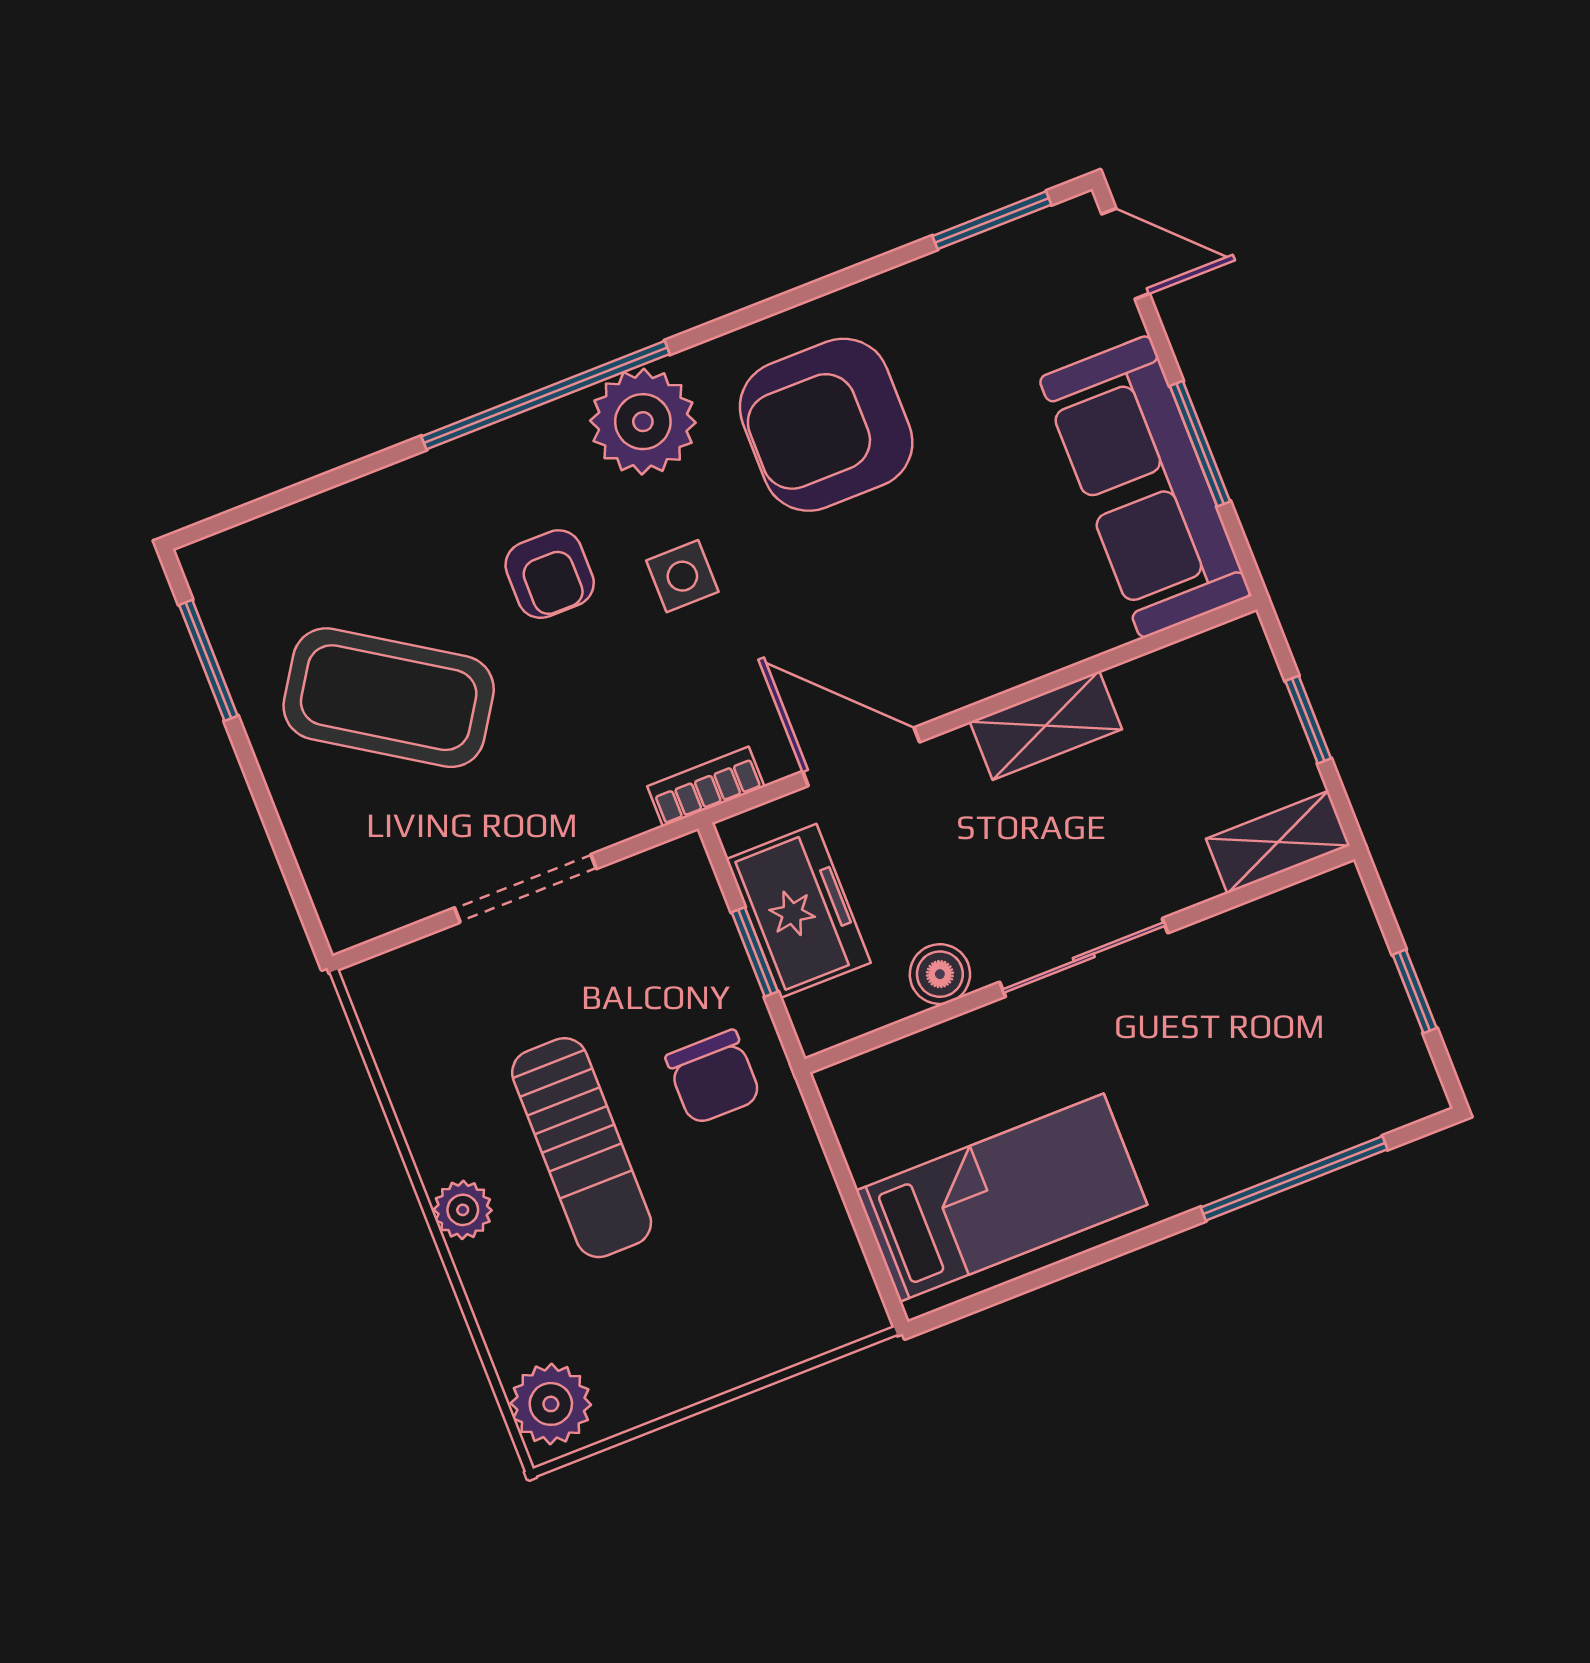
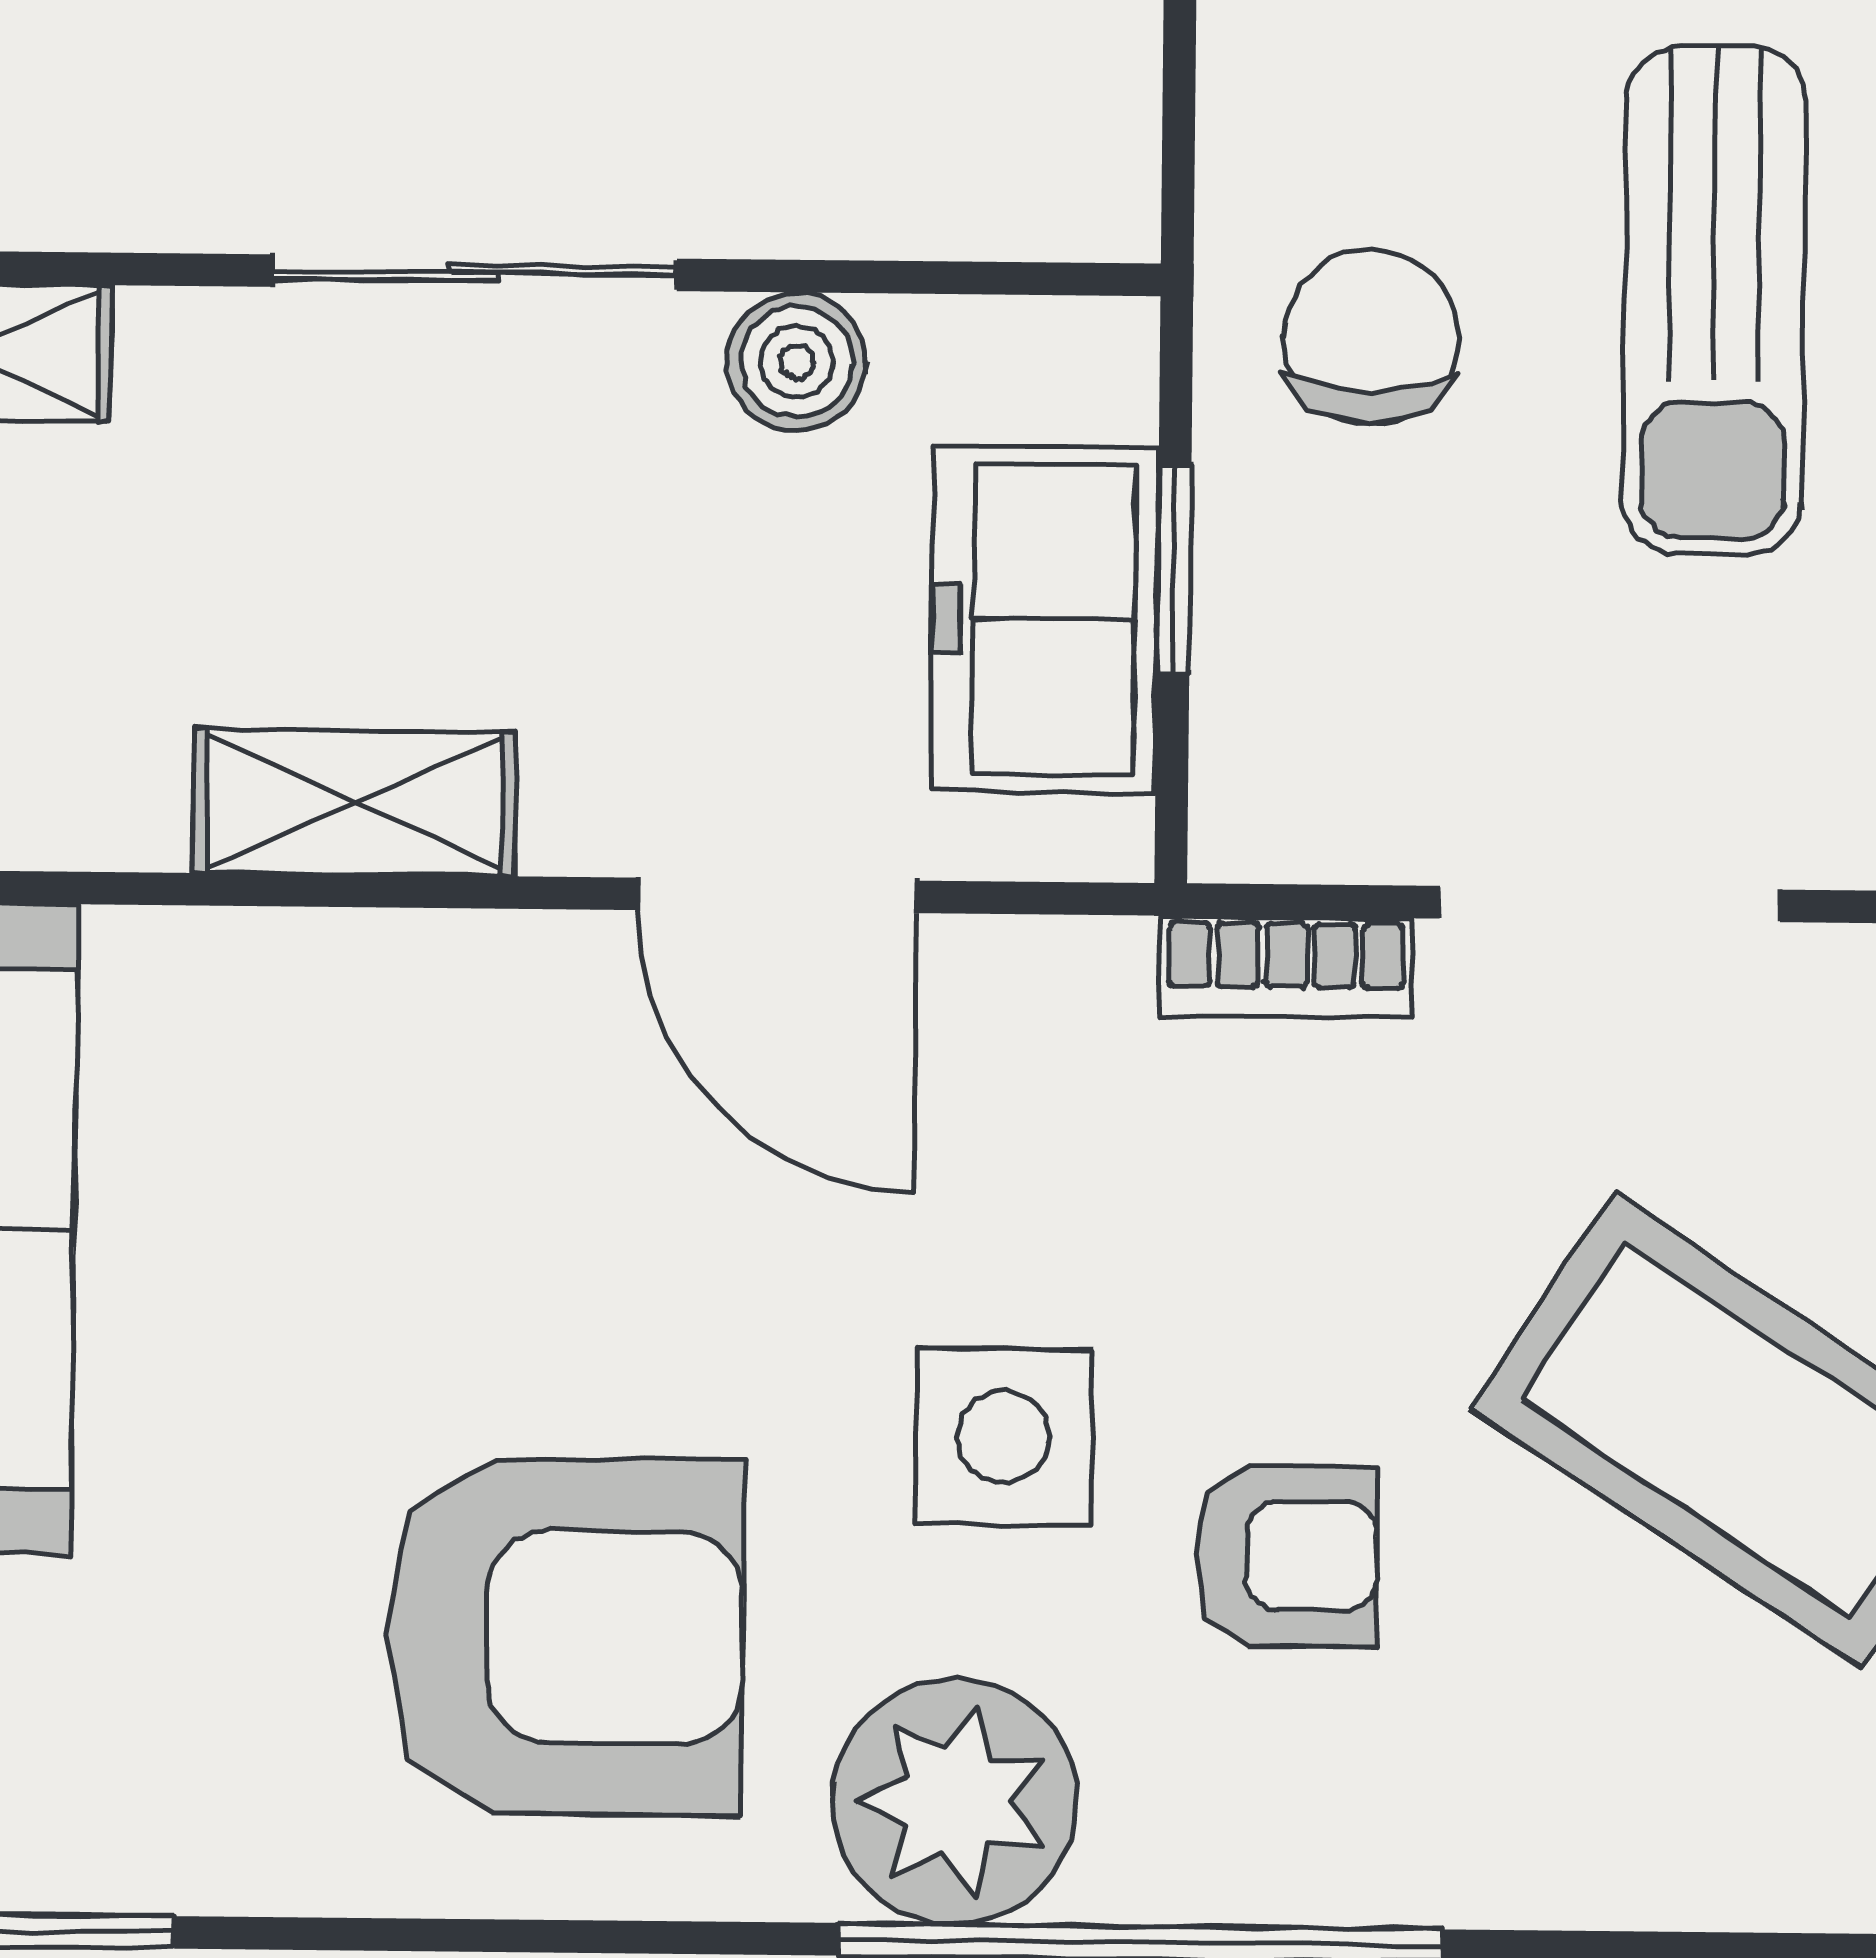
armchair: (550, 574) -> (1286, 1556), turned 90
side table: (682, 576) -> (1004, 1437), width x1.37, depth x1.37
bookcase: (706, 787) -> (1286, 967), moved
sun lounger: (582, 1148) -> (1714, 300), turned 180

